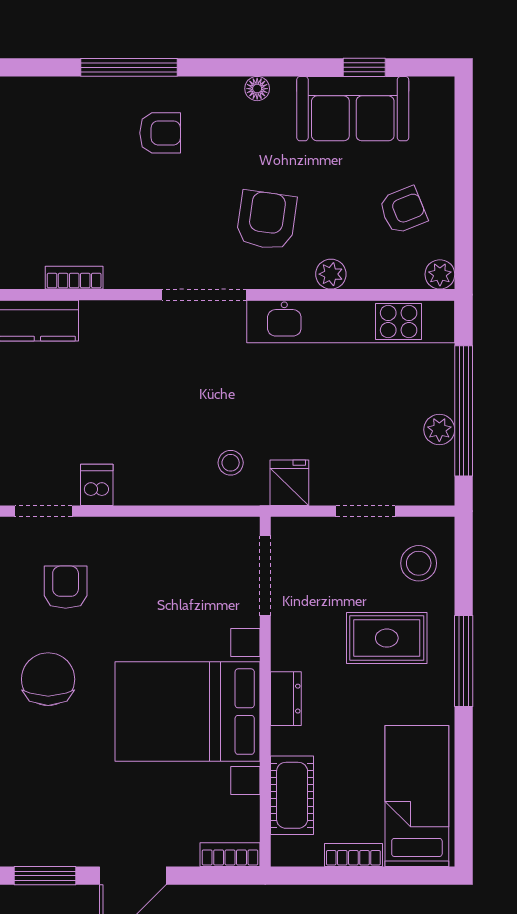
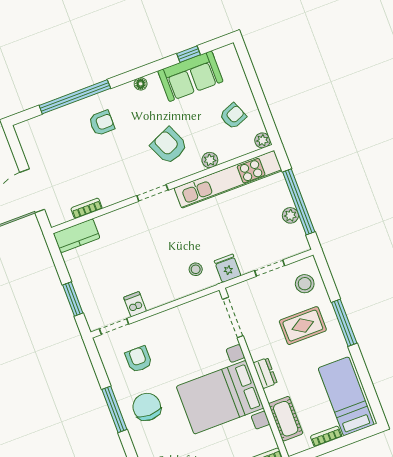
window: (129, 67) -> (75, 97), width x1.46
armchair: (266, 220) -> (169, 146), turned -32
doorway: (204, 295) -> (152, 193), width x0.73

